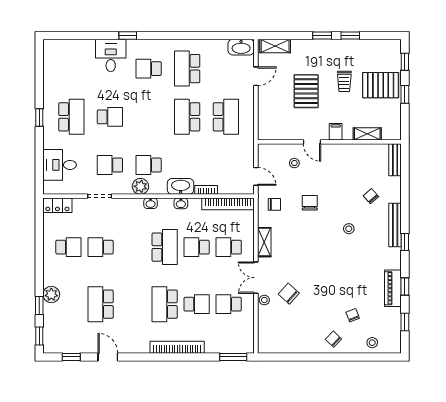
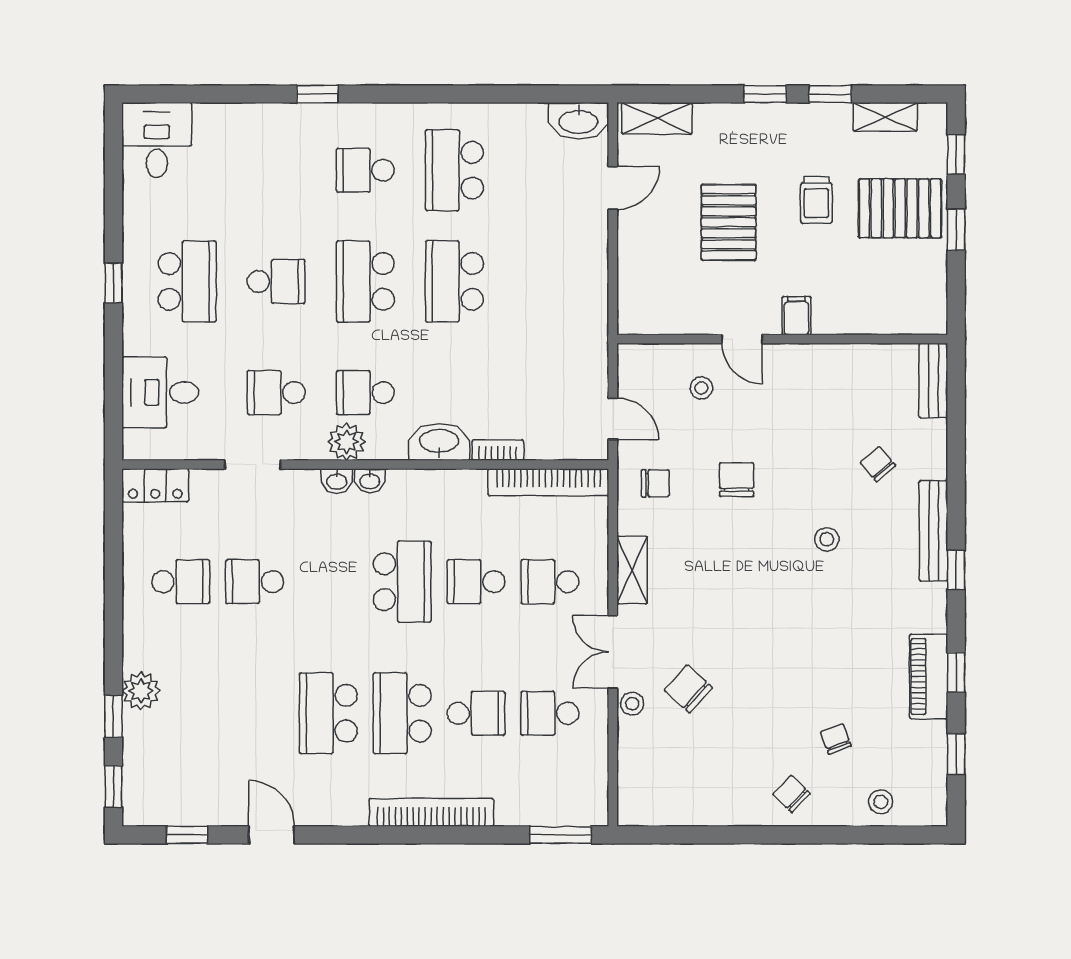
desk: (111, 55) -> (157, 140), moved
school desk: (226, 117) -> (365, 281), moved, turned 180
shelving: (367, 134) -> (885, 117), moved
washbasin: (181, 203) -> (337, 481), moved
school desk: (101, 304) -> (328, 713), moved

